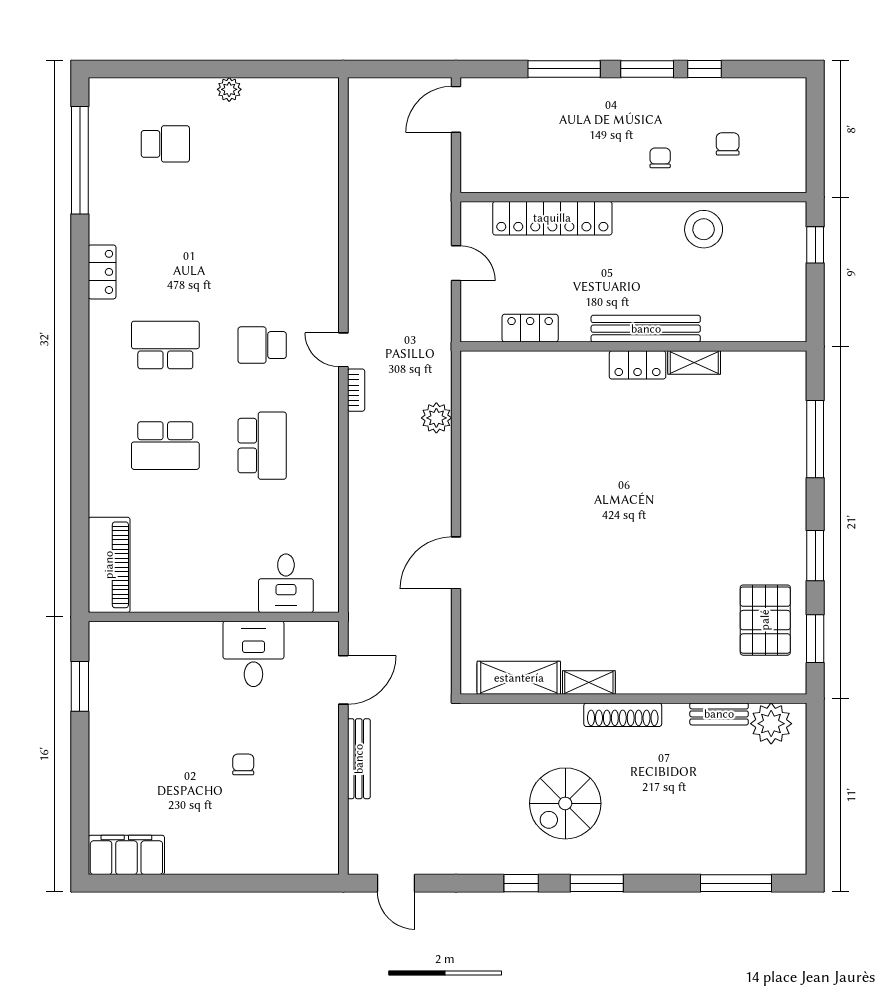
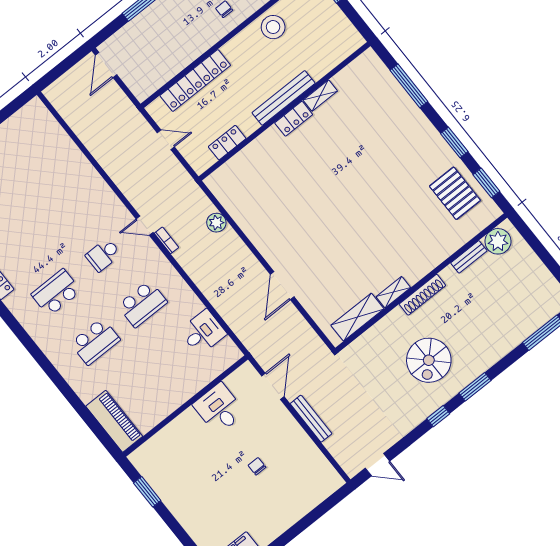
school desk: (262, 446) -> (142, 304), turned 90
desk: (286, 583) -> (203, 332), moved, turned -90

